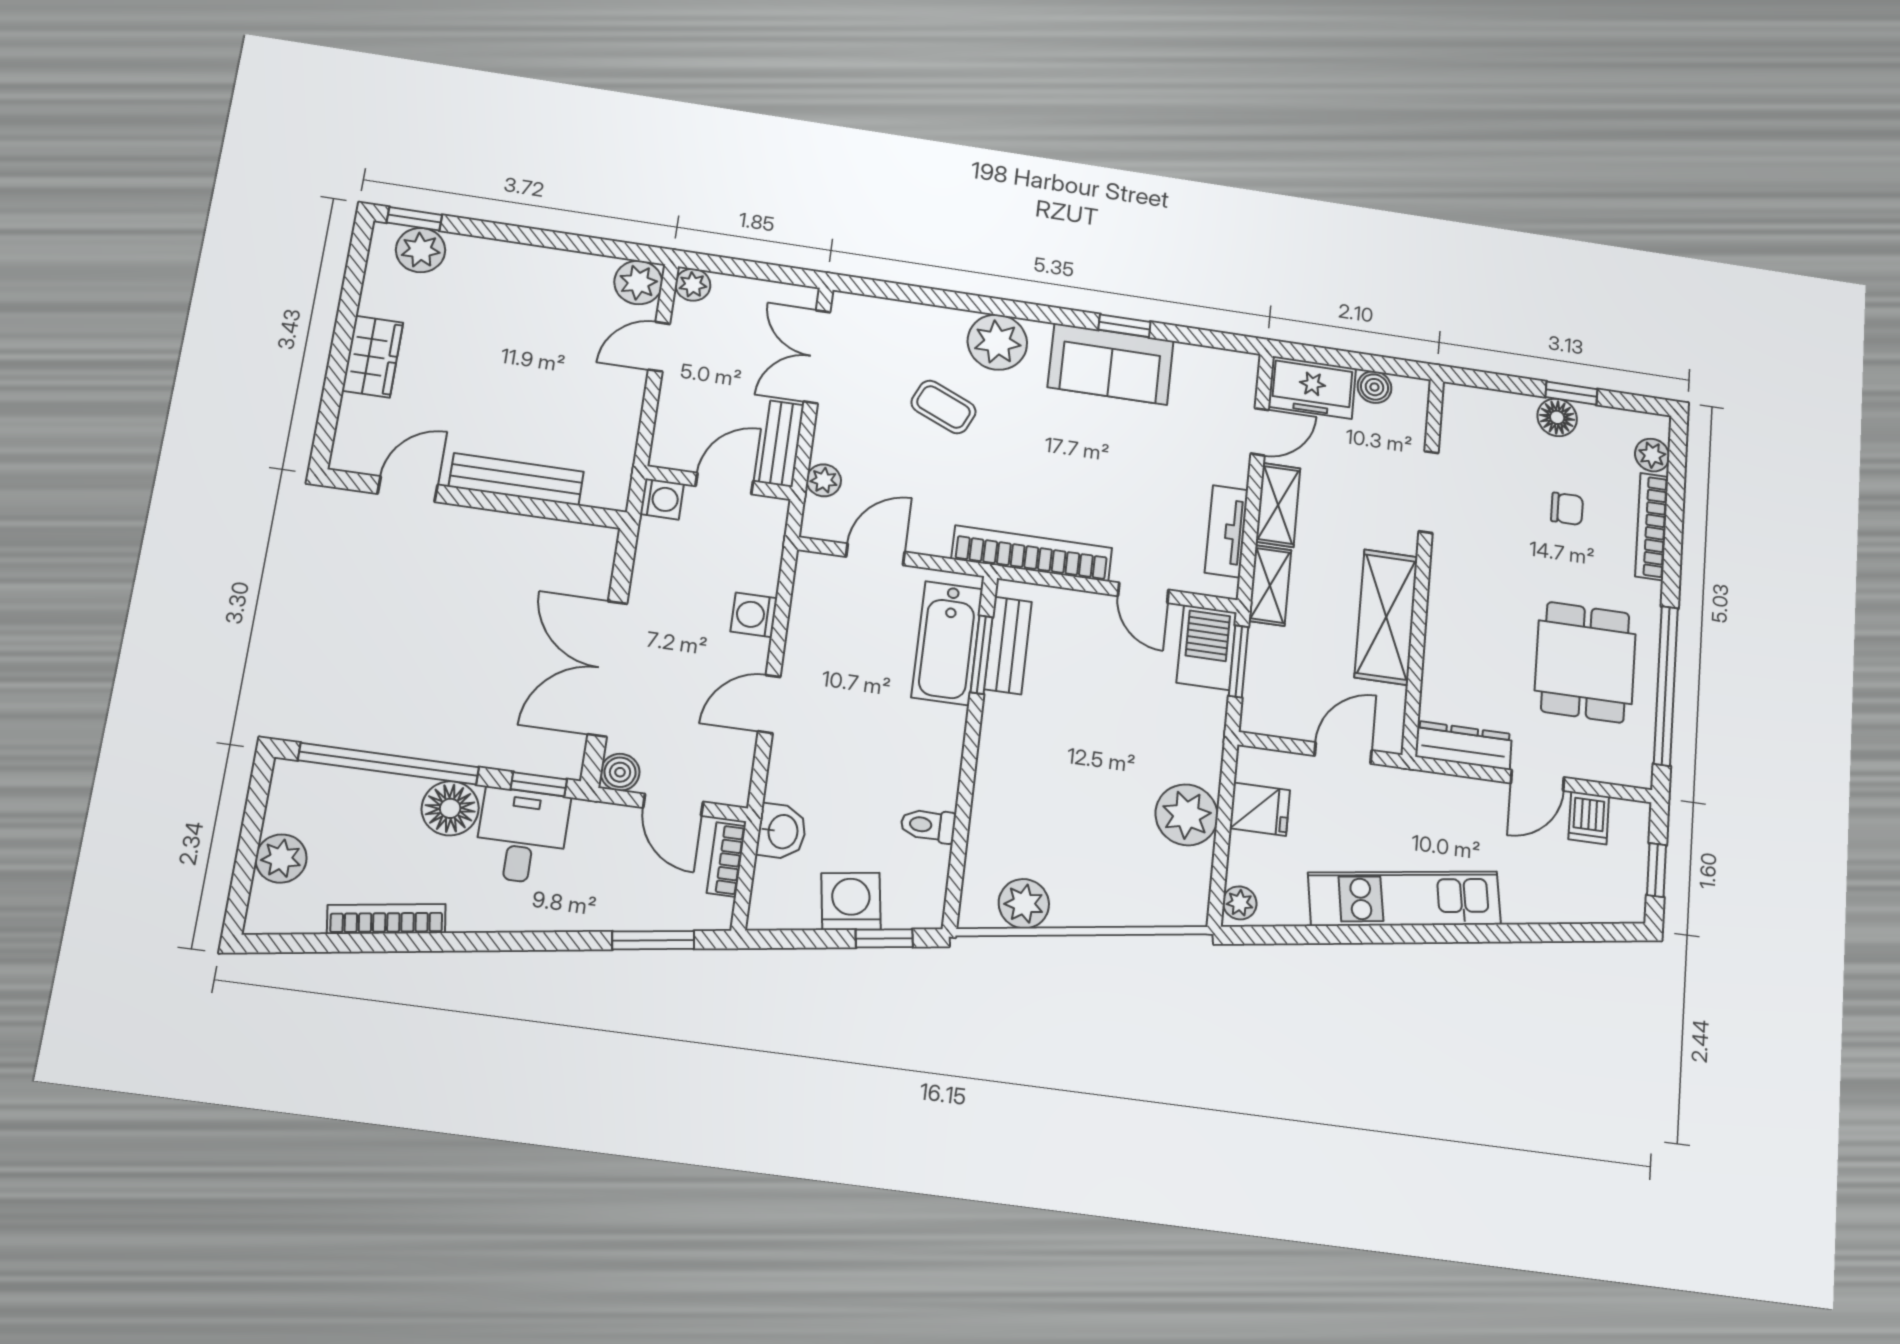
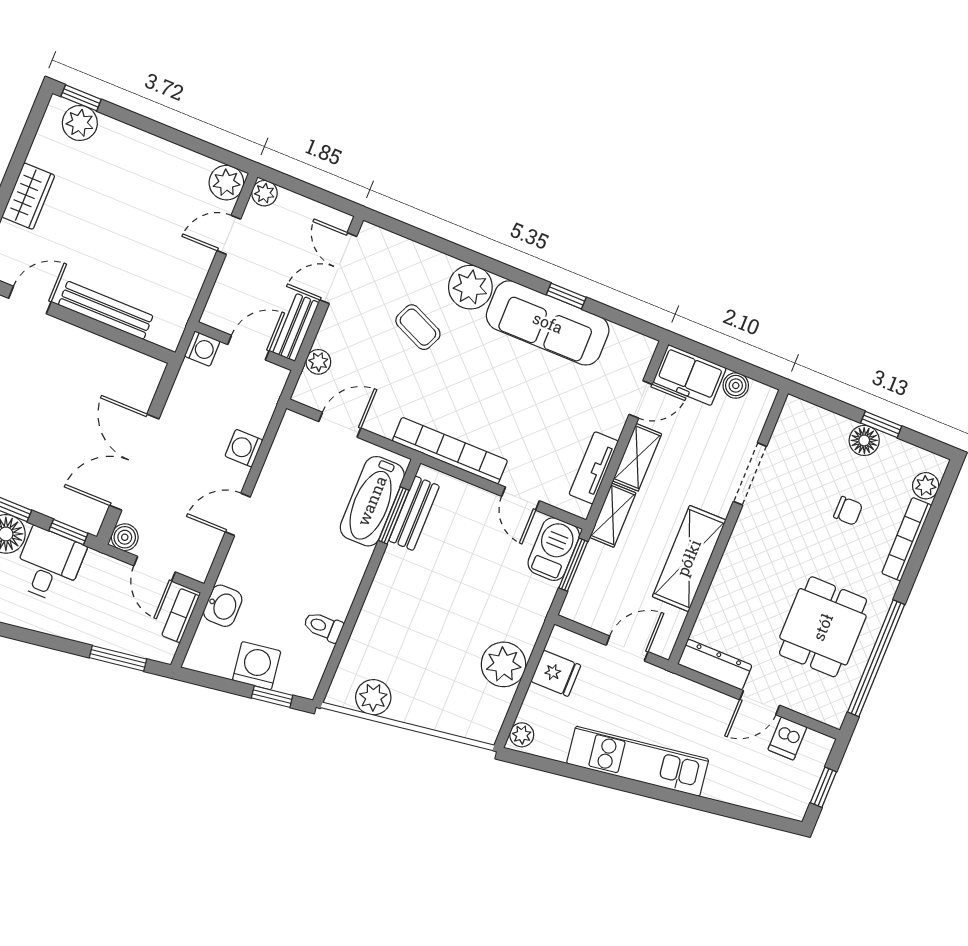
sofa: (1111, 364) -> (548, 323), width x1.36

